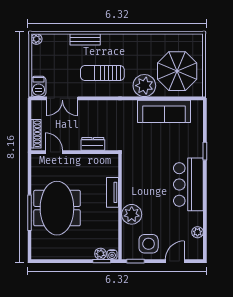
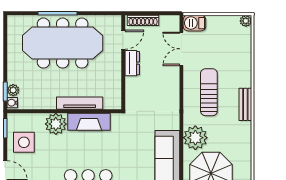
bench: (85, 39) -> (245, 104), moved
dresser: (93, 144) -> (132, 63), moved
fireplace: (130, 184) -> (89, 122), added
tv unit: (113, 192) -> (80, 103), width x1.41
meeting table: (57, 208) -> (63, 43), width x1.36

